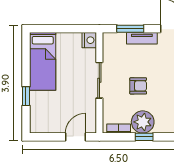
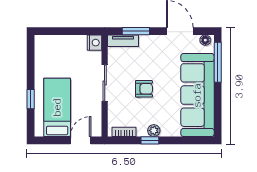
tv unit: (142, 38) -> (123, 41), moved
bed: (43, 61) -> (57, 107), moved, turned 180
plant: (143, 122) -> (154, 131), width x0.53, depth x0.53

